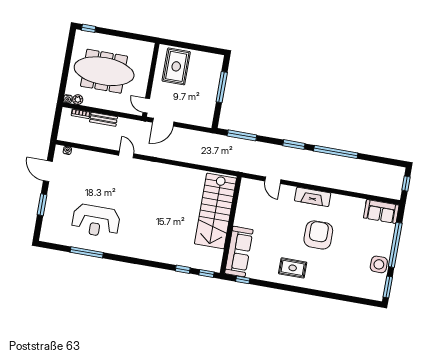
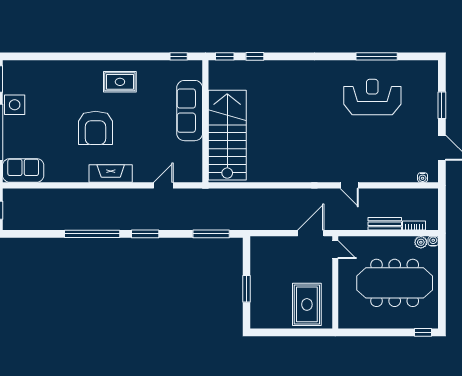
window: (222, 87) -> (246, 289), width x0.69
door: (273, 180) -> (163, 185), hinge flipped
sofa: (239, 252) -> (190, 111), moved

